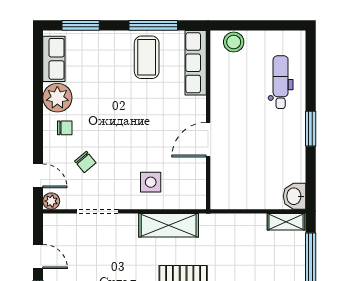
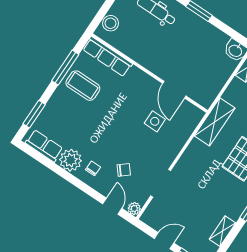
door: (208, 140) -> (174, 90), moved
door: (38, 176) -> (112, 206), hinge flipped
side table: (151, 182) -> (155, 121), moved
shelving: (169, 225) -> (215, 122), moved

